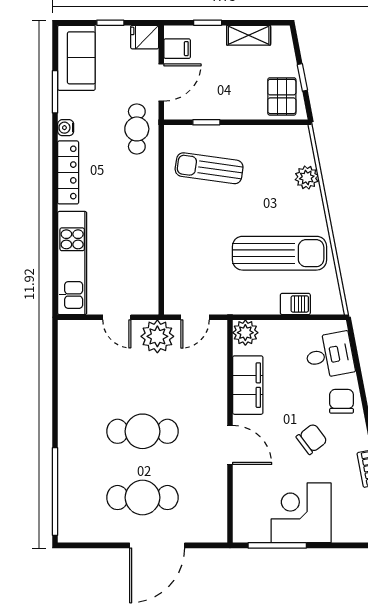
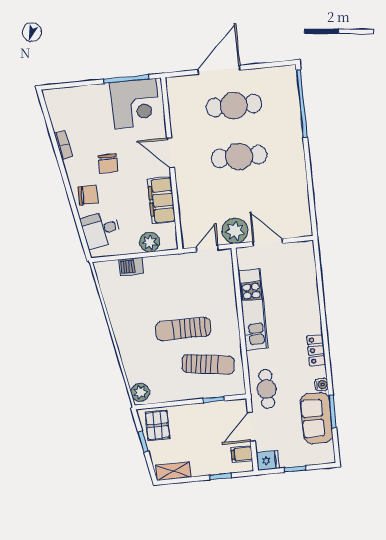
shelving: (249, 35) -> (173, 471), moved
sofa: (76, 58) -> (317, 418), moved
locker: (68, 172) -> (316, 350), width x0.66
plant: (307, 178) -> (140, 392), moved
sun lounger: (280, 253) -> (183, 329), moved, width x0.73, depth x0.75
kitchen unit: (72, 263) -> (253, 309), moved, turned 180
door: (117, 317) -> (268, 242), width x1.38
plant: (245, 333) -> (150, 242), moved
chair: (342, 401) -> (88, 195), turned -90
chair: (312, 439) -> (108, 164), turned -53
corner desk: (301, 513) -> (135, 104), moved

